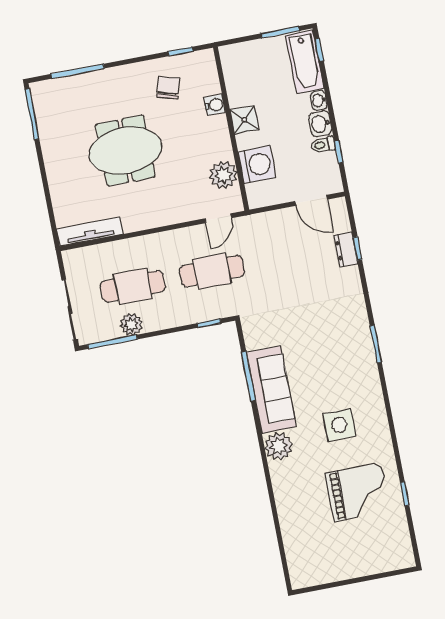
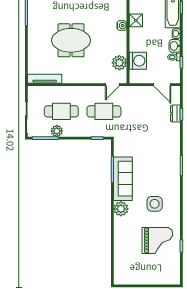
chair: (168, 88) -> (100, 12), removed
shower: (244, 120) -> (136, 20), moved

